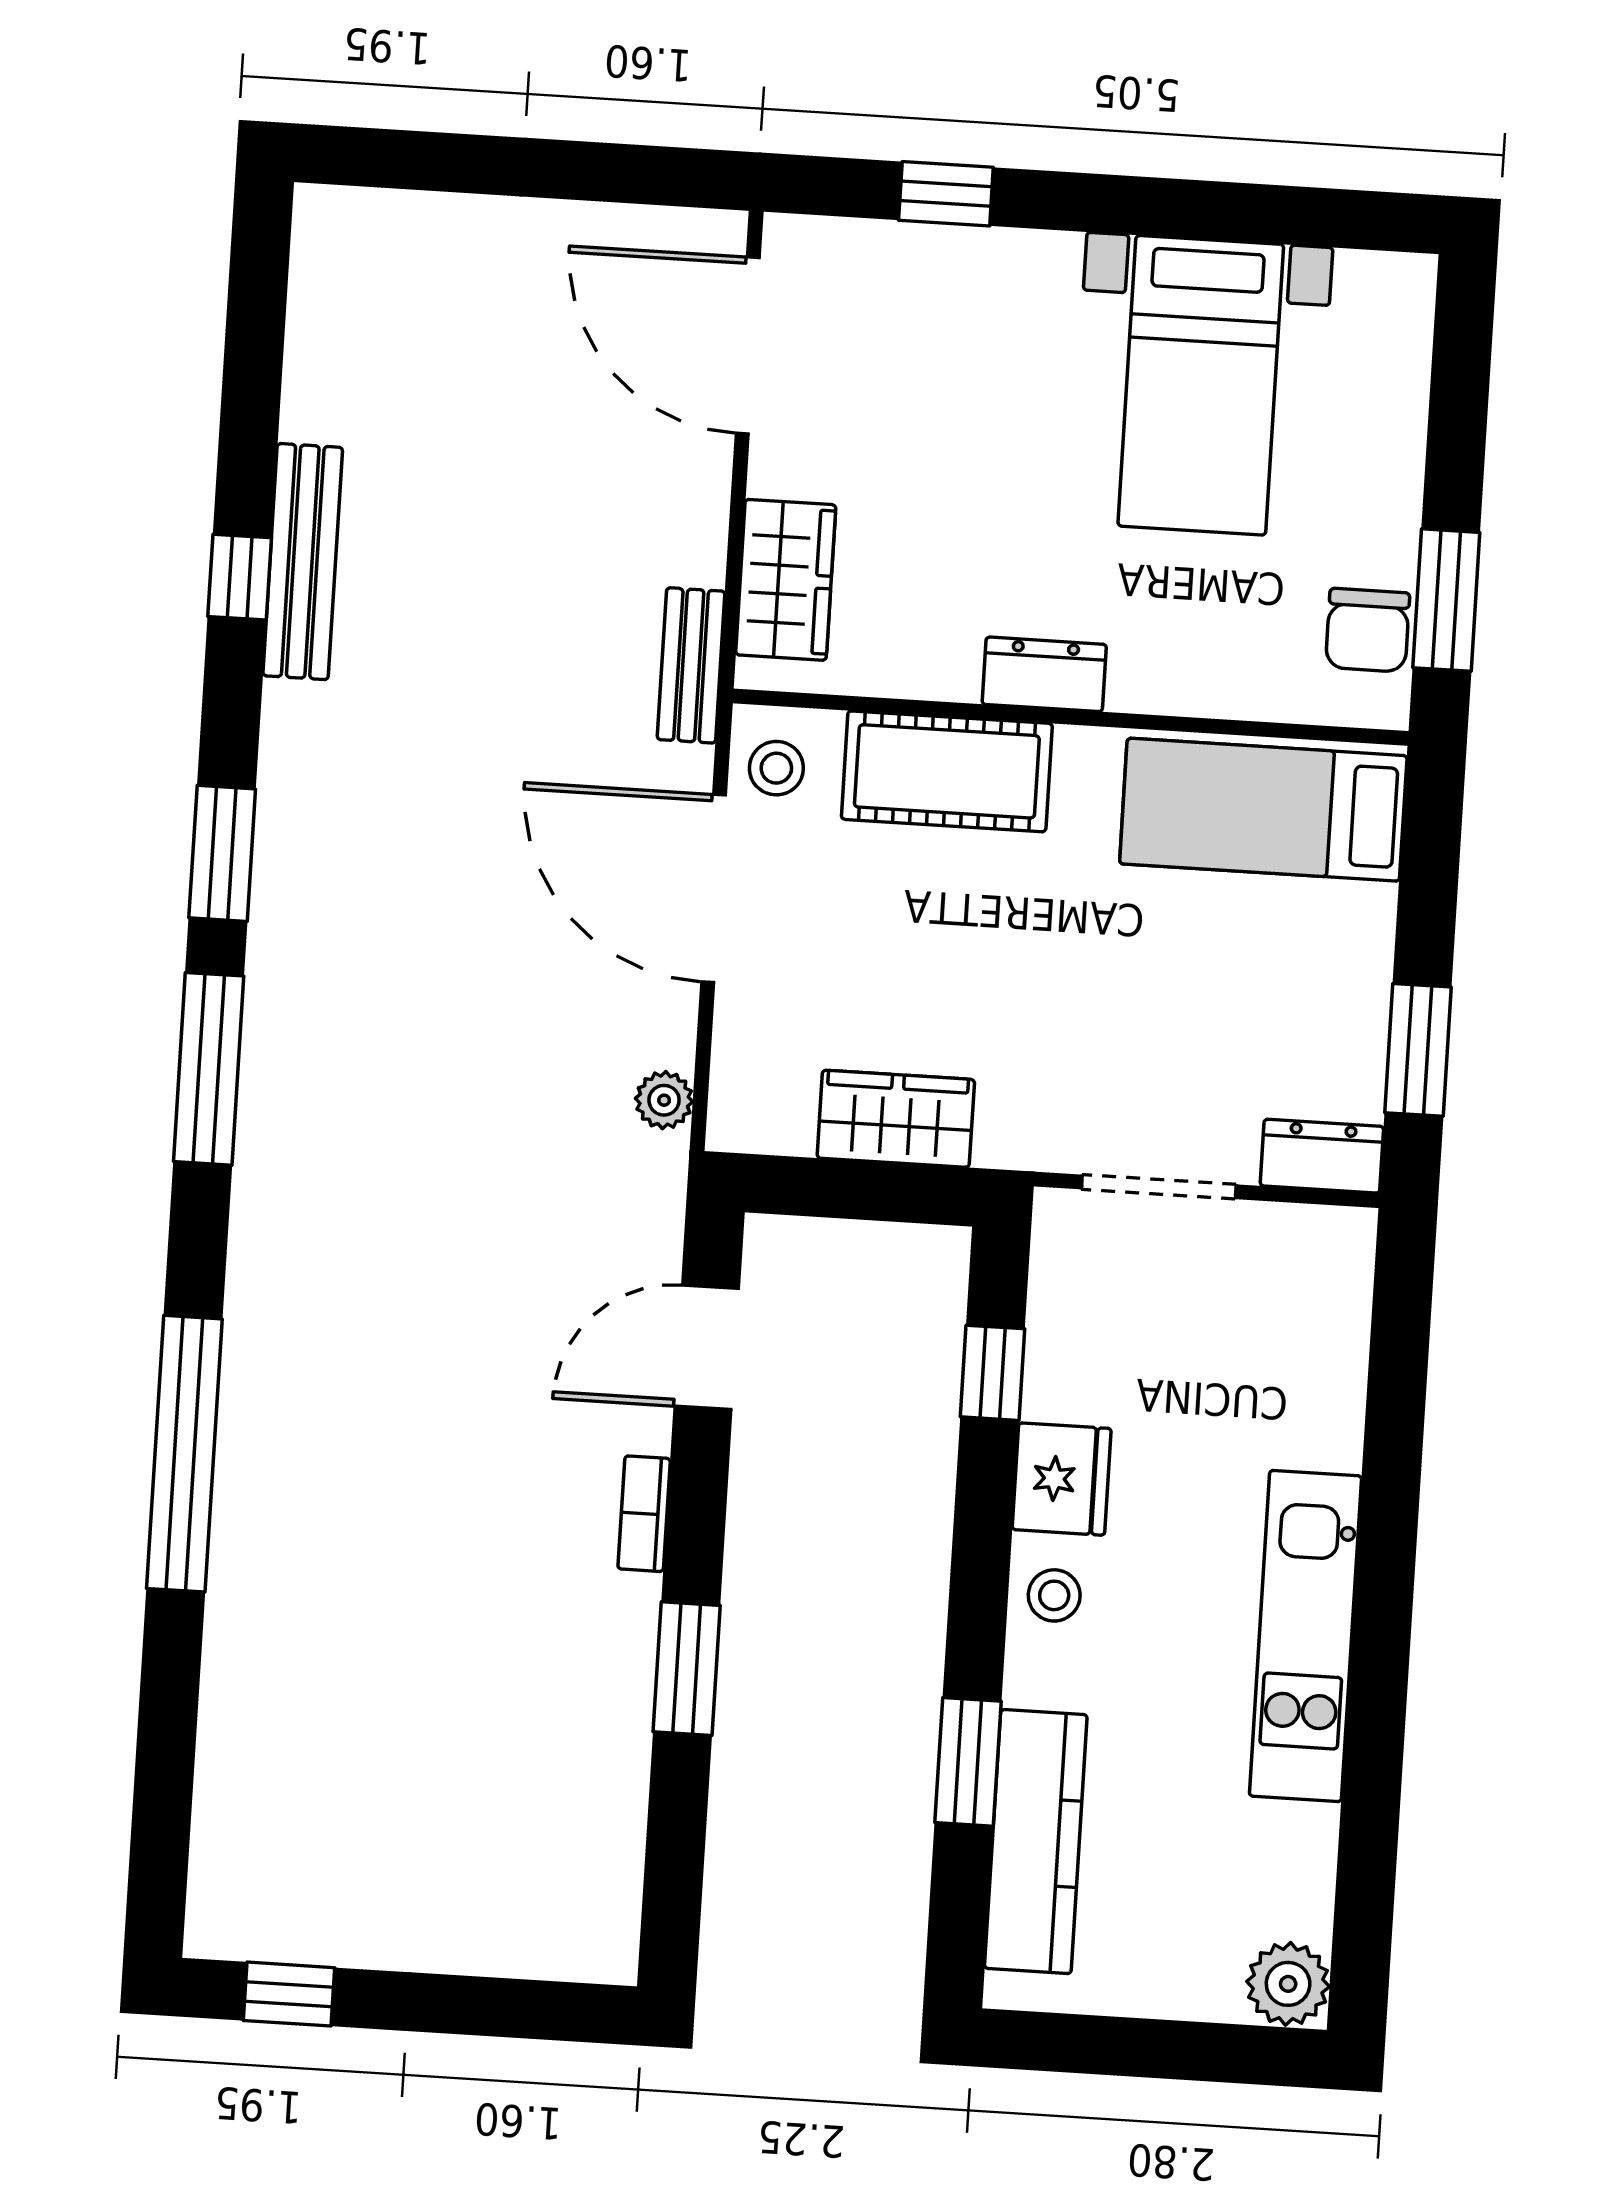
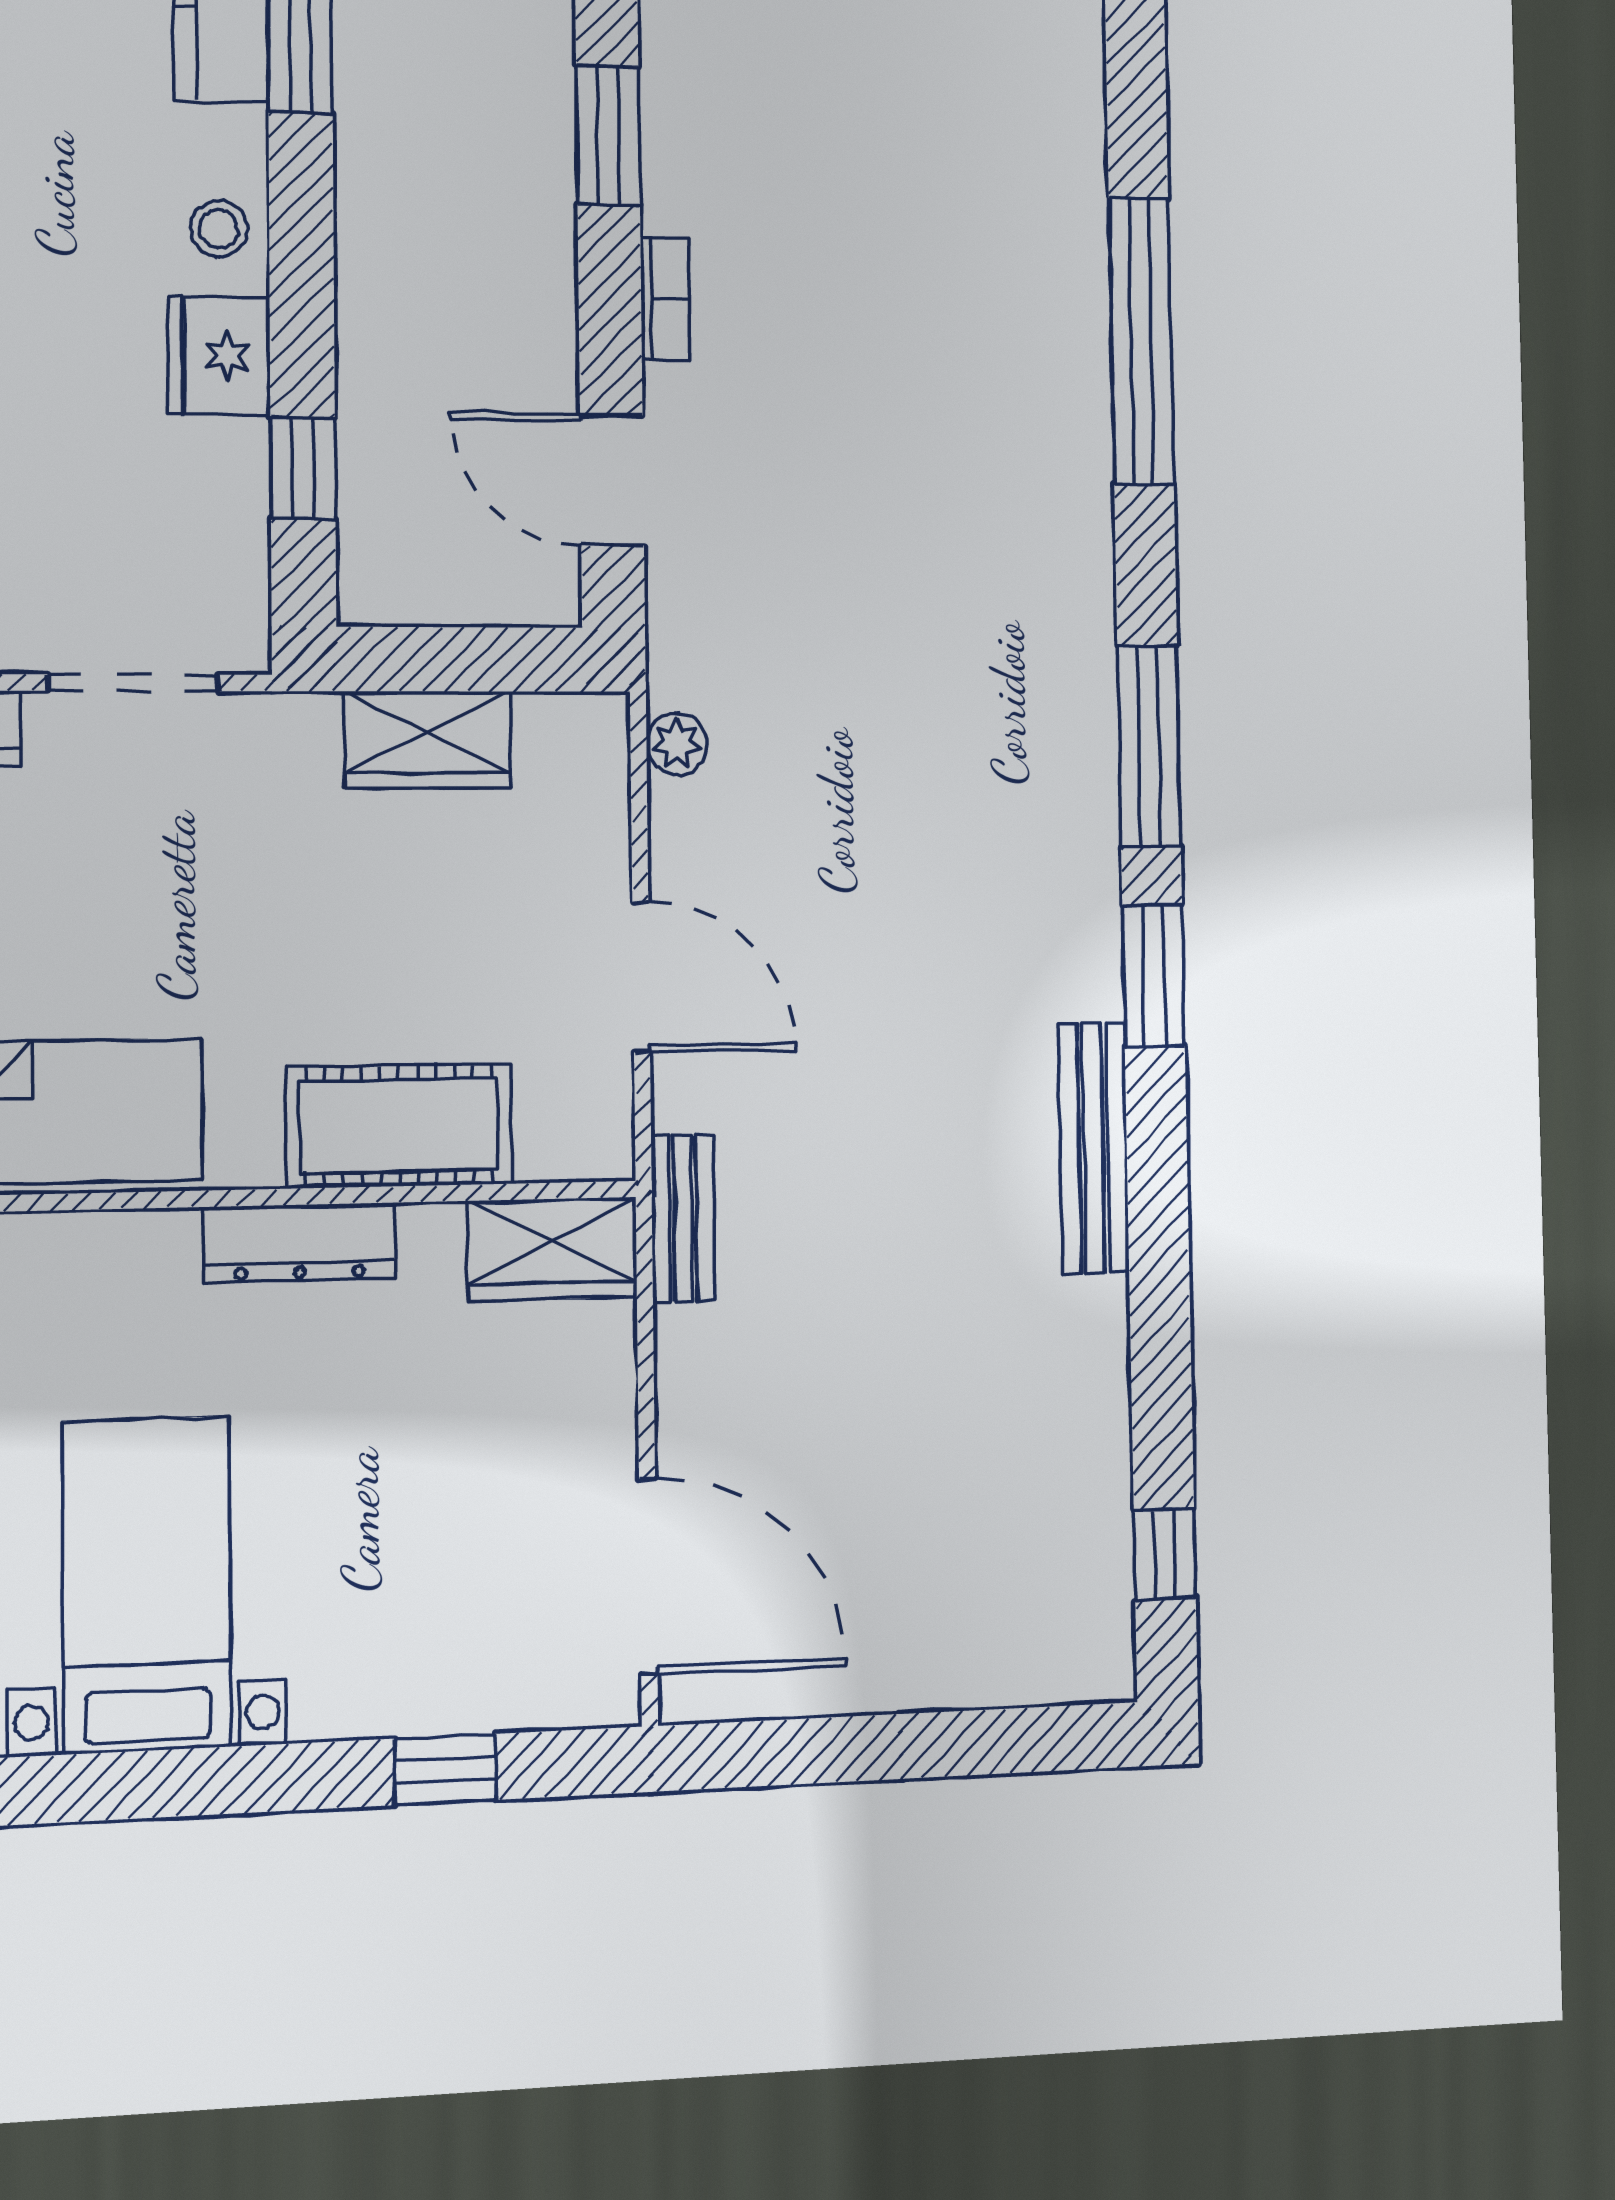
bench: (303, 562) -> (1094, 1148), moved
window: (240, 577) -> (1165, 1554), moved
wardrobe: (786, 580) -> (553, 1249), moved, turned -90
dresser: (1044, 674) -> (300, 1243), width x1.44
stool: (776, 768) -> (584, 1114), removed
door: (714, 888) -> (641, 977), width x0.73
door: (707, 1347) -> (612, 480), swing flipped

